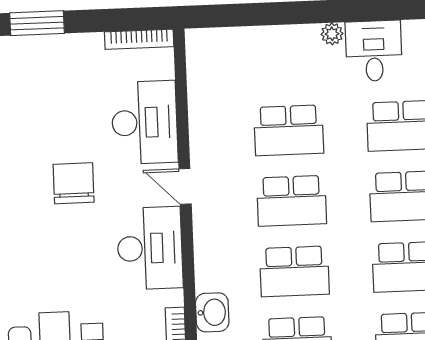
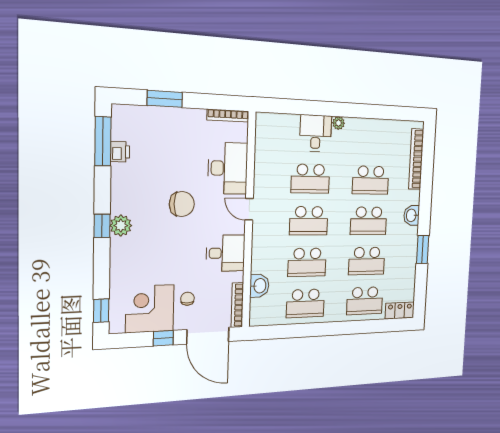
desk: (374, 51) -> (316, 133), moved
chair: (74, 183) -> (182, 204), turned 90
desk: (150, 248) -> (226, 253), width x0.73

